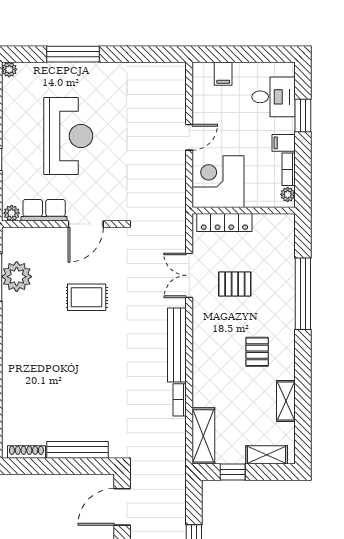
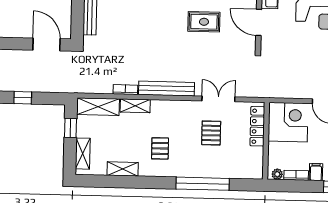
rug: (87, 297) -> (204, 22), turned 90
pallet: (257, 352) -> (160, 148), turned 90
shelving: (201, 386) -> (135, 106), added

